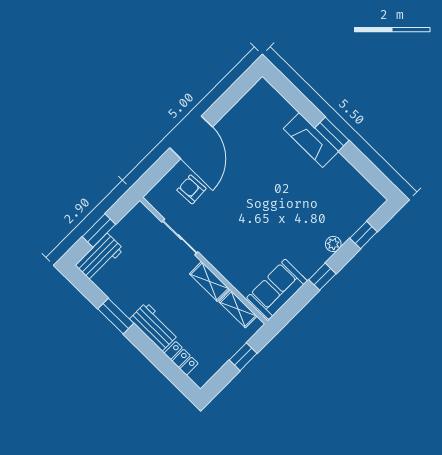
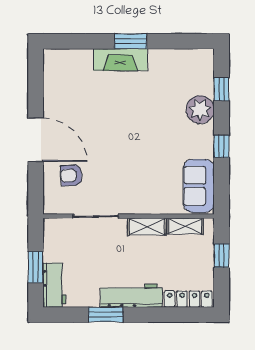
plant: (333, 244) -> (200, 110), width x1.87, depth x1.87
workbench: (154, 327) -> (131, 296), width x1.38
locker: (181, 358) -> (188, 299), width x1.53

